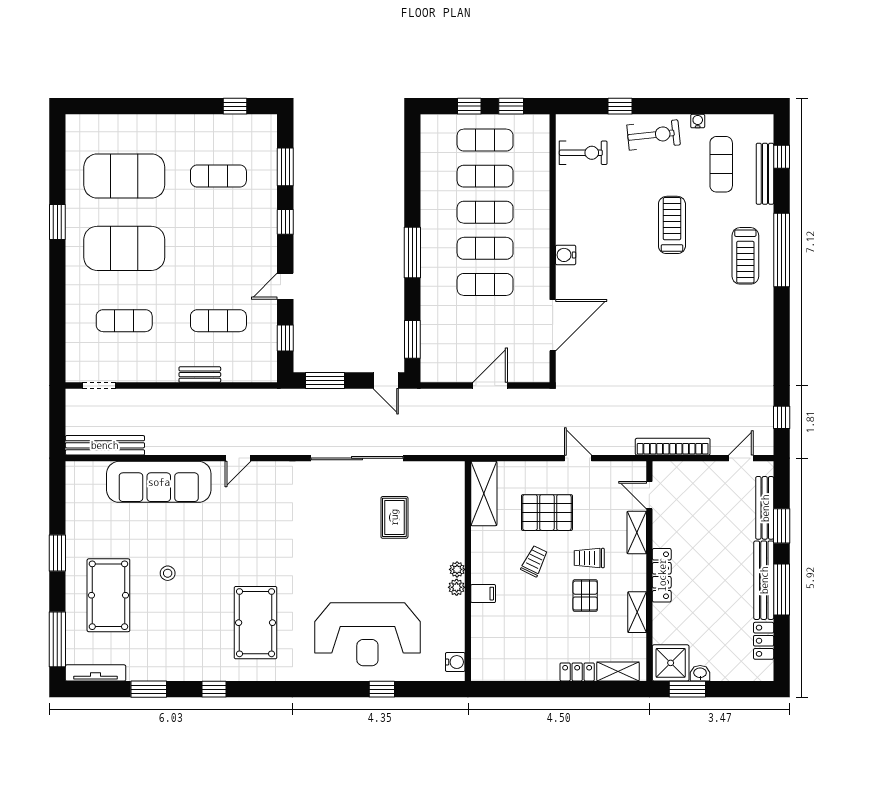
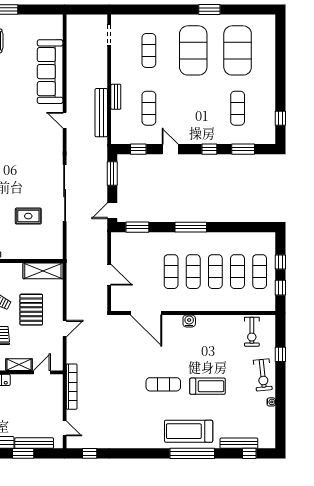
exercise mat: (721, 164) -> (163, 384), moved
treadmill: (745, 256) -> (189, 431), width x1.37, depth x1.38
bench: (105, 445) -> (101, 113), moved

